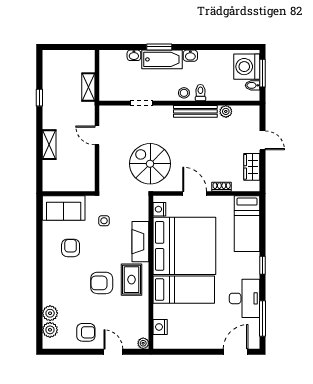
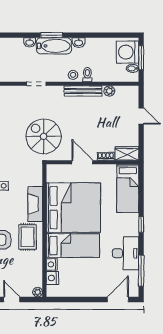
wardrobe: (252, 167) -> (127, 153), moved, turned 90
nightstand: (159, 209) -> (52, 264), moved

